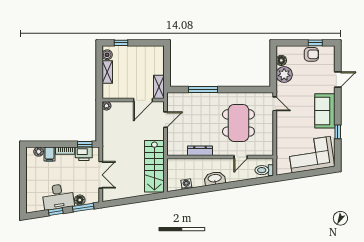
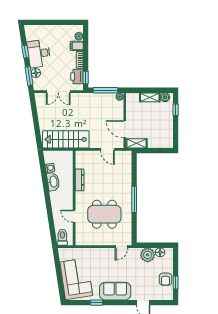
window: (203, 90) -> (134, 199), moved
window: (99, 122) -> (105, 90), added
washbasin: (215, 179) -> (53, 182), moved

